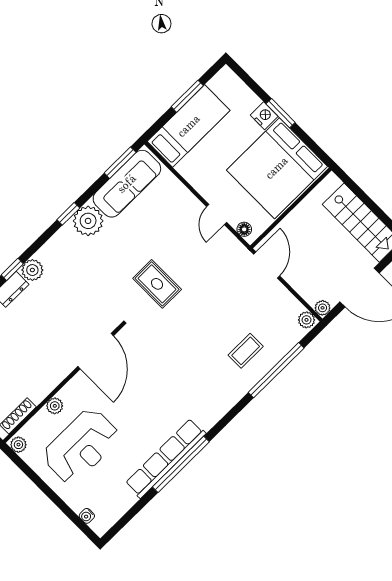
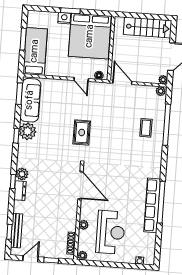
rug: (157, 284) -> (82, 132), turned 90

